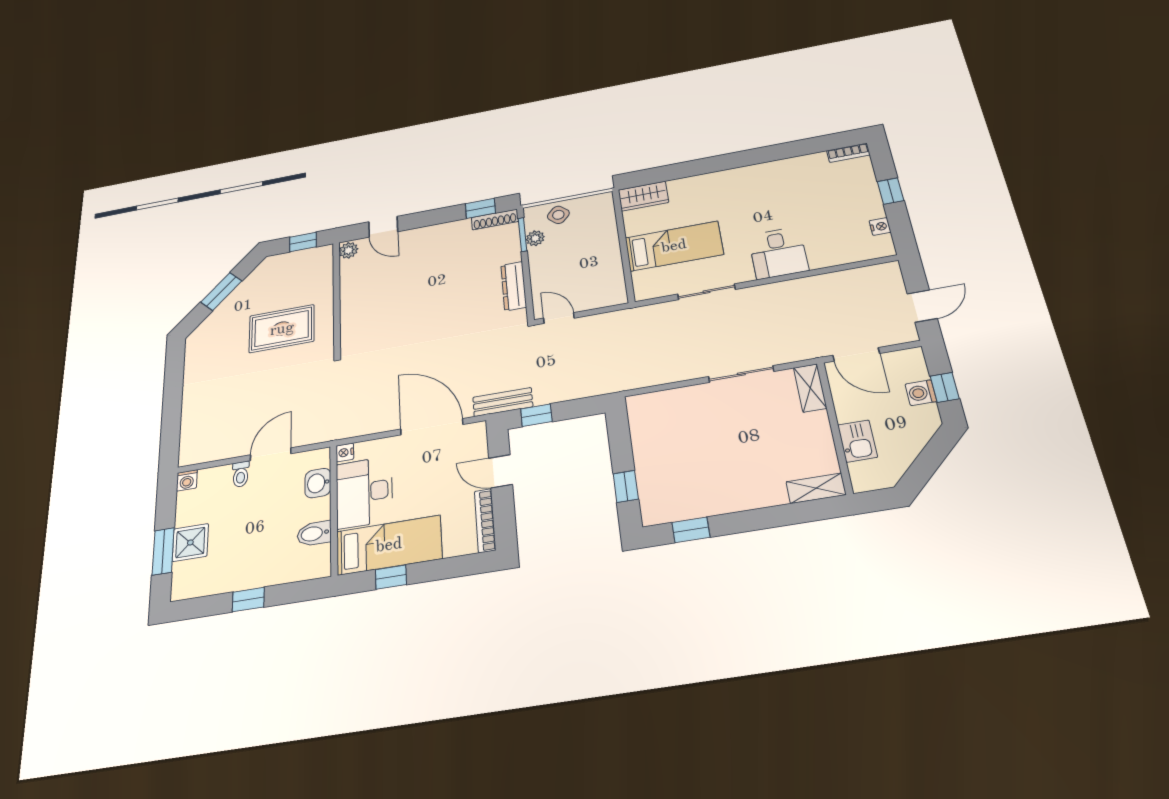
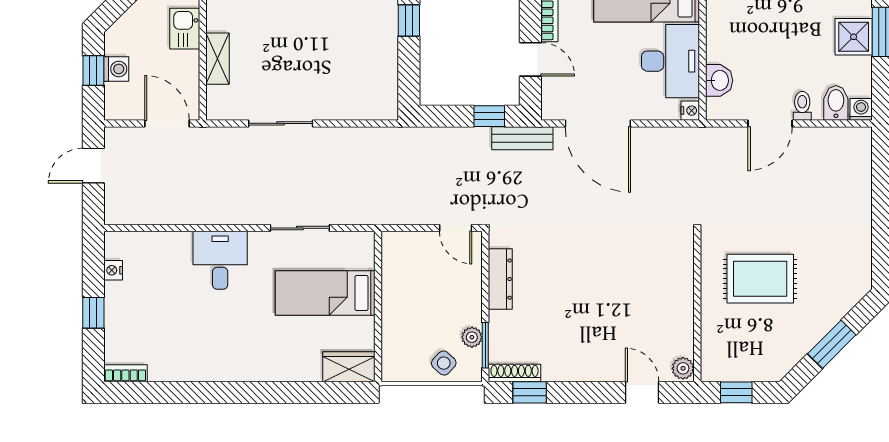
shelving: (810, 388) -> (218, 59), moved
bidet: (314, 534) -> (836, 103), moved, turned -90

